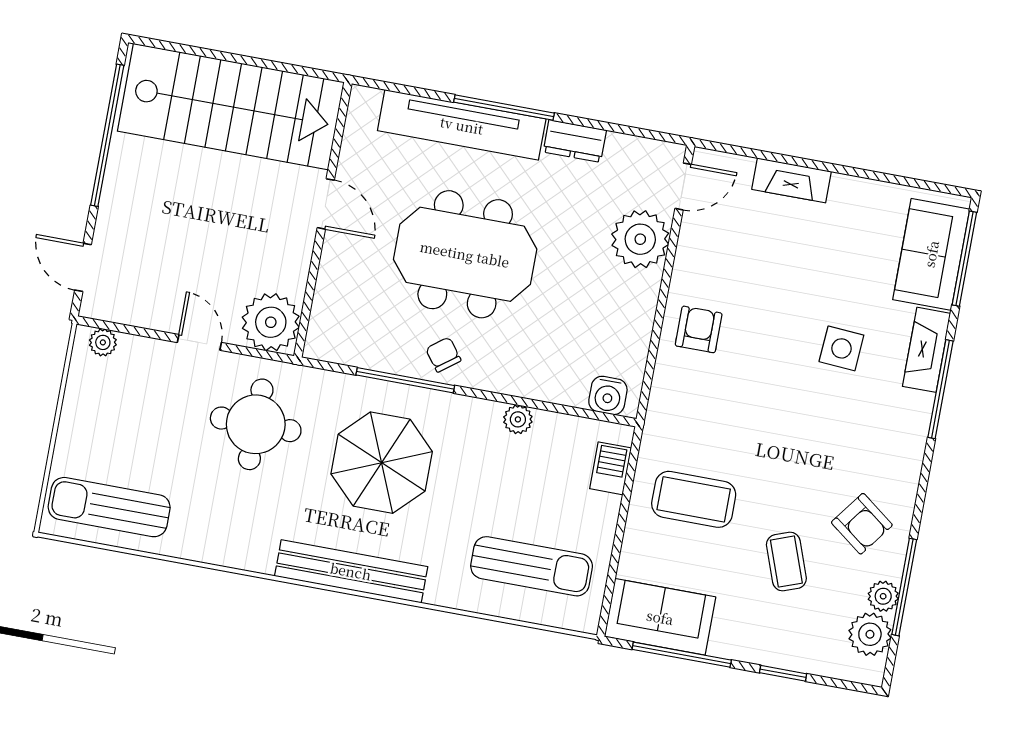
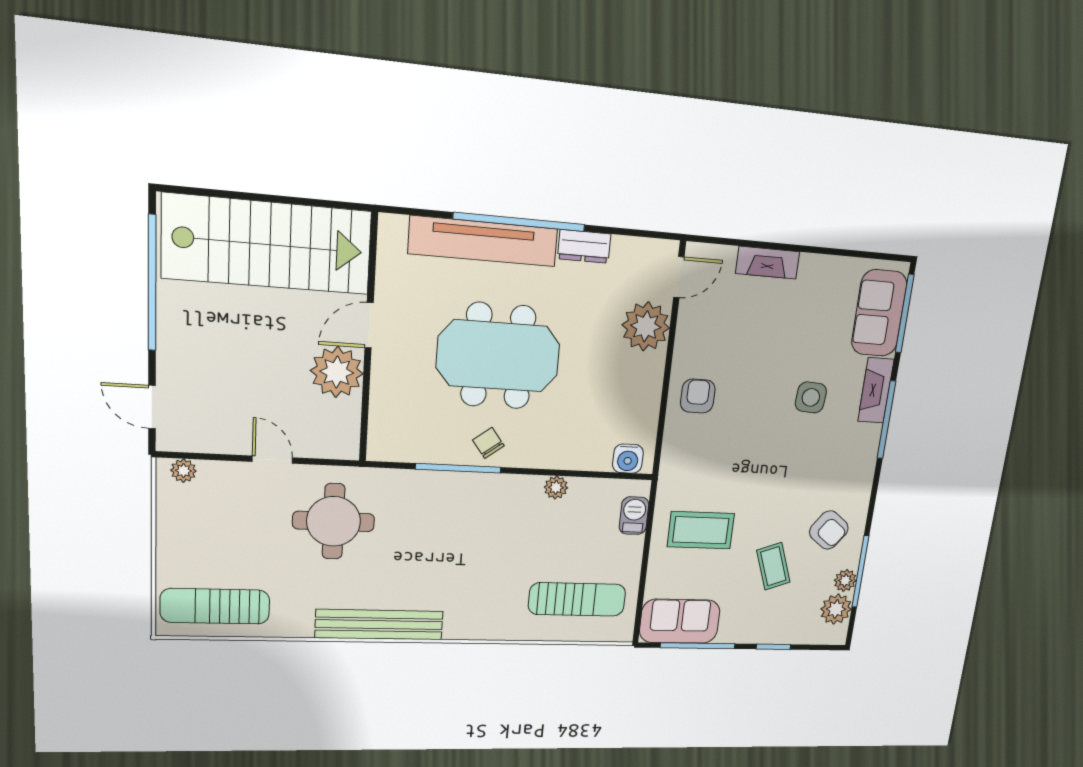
window: (504, 108) -> (519, 222), width x1.46
door: (326, 204) -> (369, 325), swing flipped
plant: (271, 322) -> (337, 372), moved
parasol: (382, 463) -> (446, 537), removed
bench: (351, 571) -> (379, 625), moved

